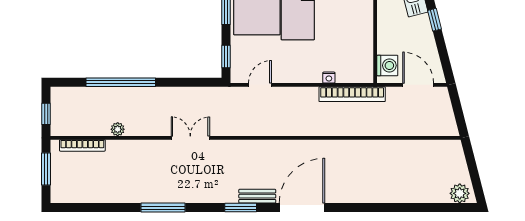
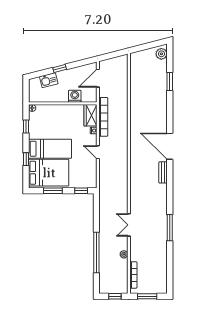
washing machine: (387, 65) -> (75, 96), moved
wardrobe: (355, 72) -> (91, 115), added
door: (260, 85) -> (98, 152), moved
double door: (190, 138) -> (129, 225), moved
window: (241, 208) -> (170, 82), moved

